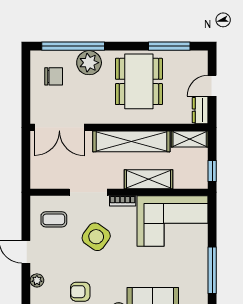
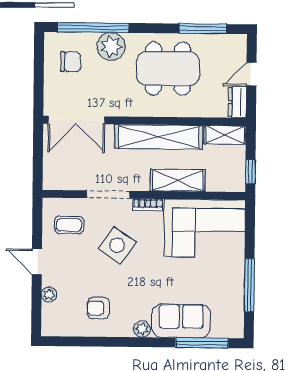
dining table: (139, 81) -> (168, 69), turned 90

